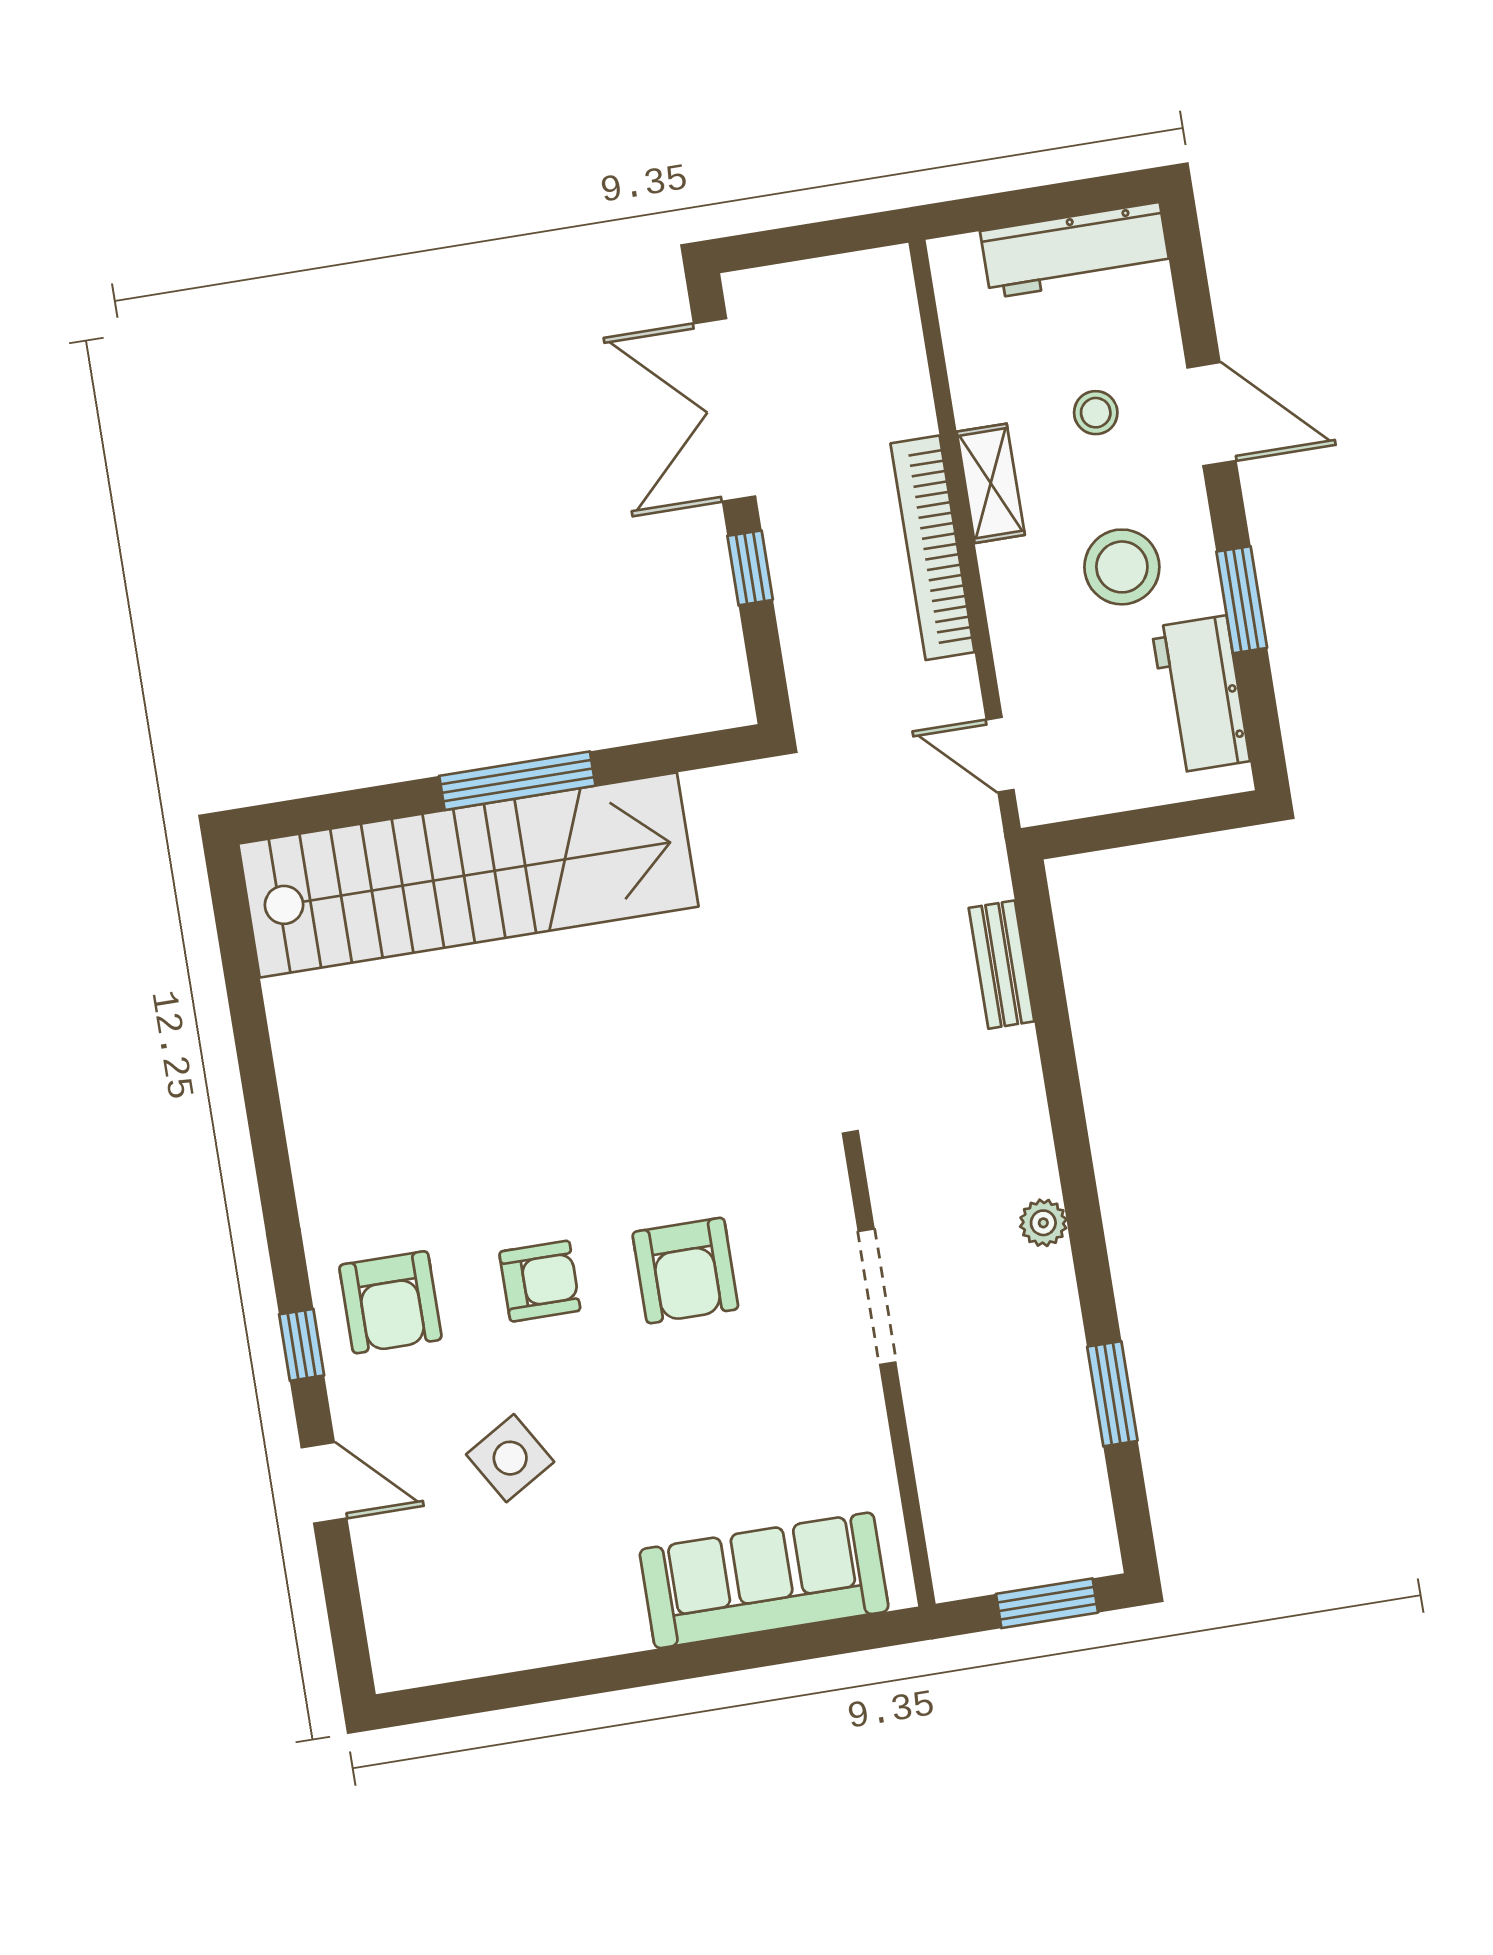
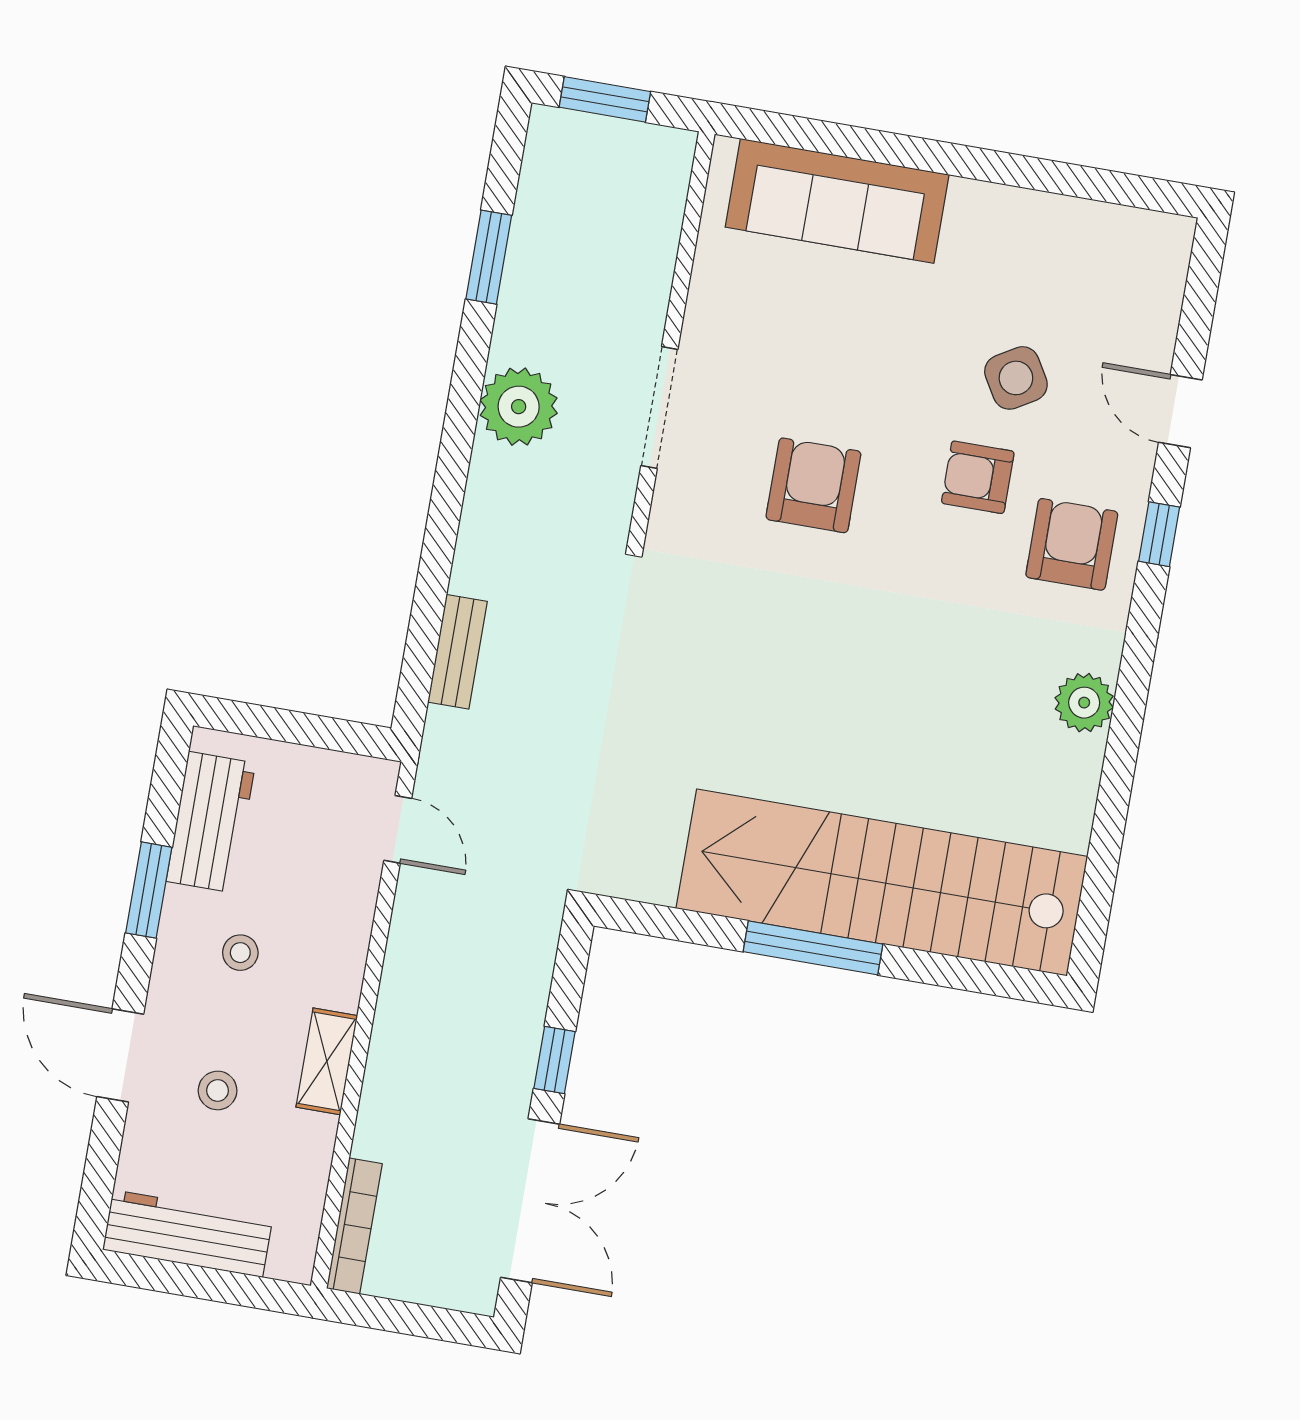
bookcase: (933, 548) -> (354, 1226), moved, width x0.68, depth x0.76
stool: (1122, 567) -> (240, 953), width x0.53, depth x0.53
plant: (320, 1139) -> (1084, 703), added
plant: (1043, 1223) -> (519, 407), width x1.87, depth x1.87
armchair: (540, 1281) -> (978, 477), moved

